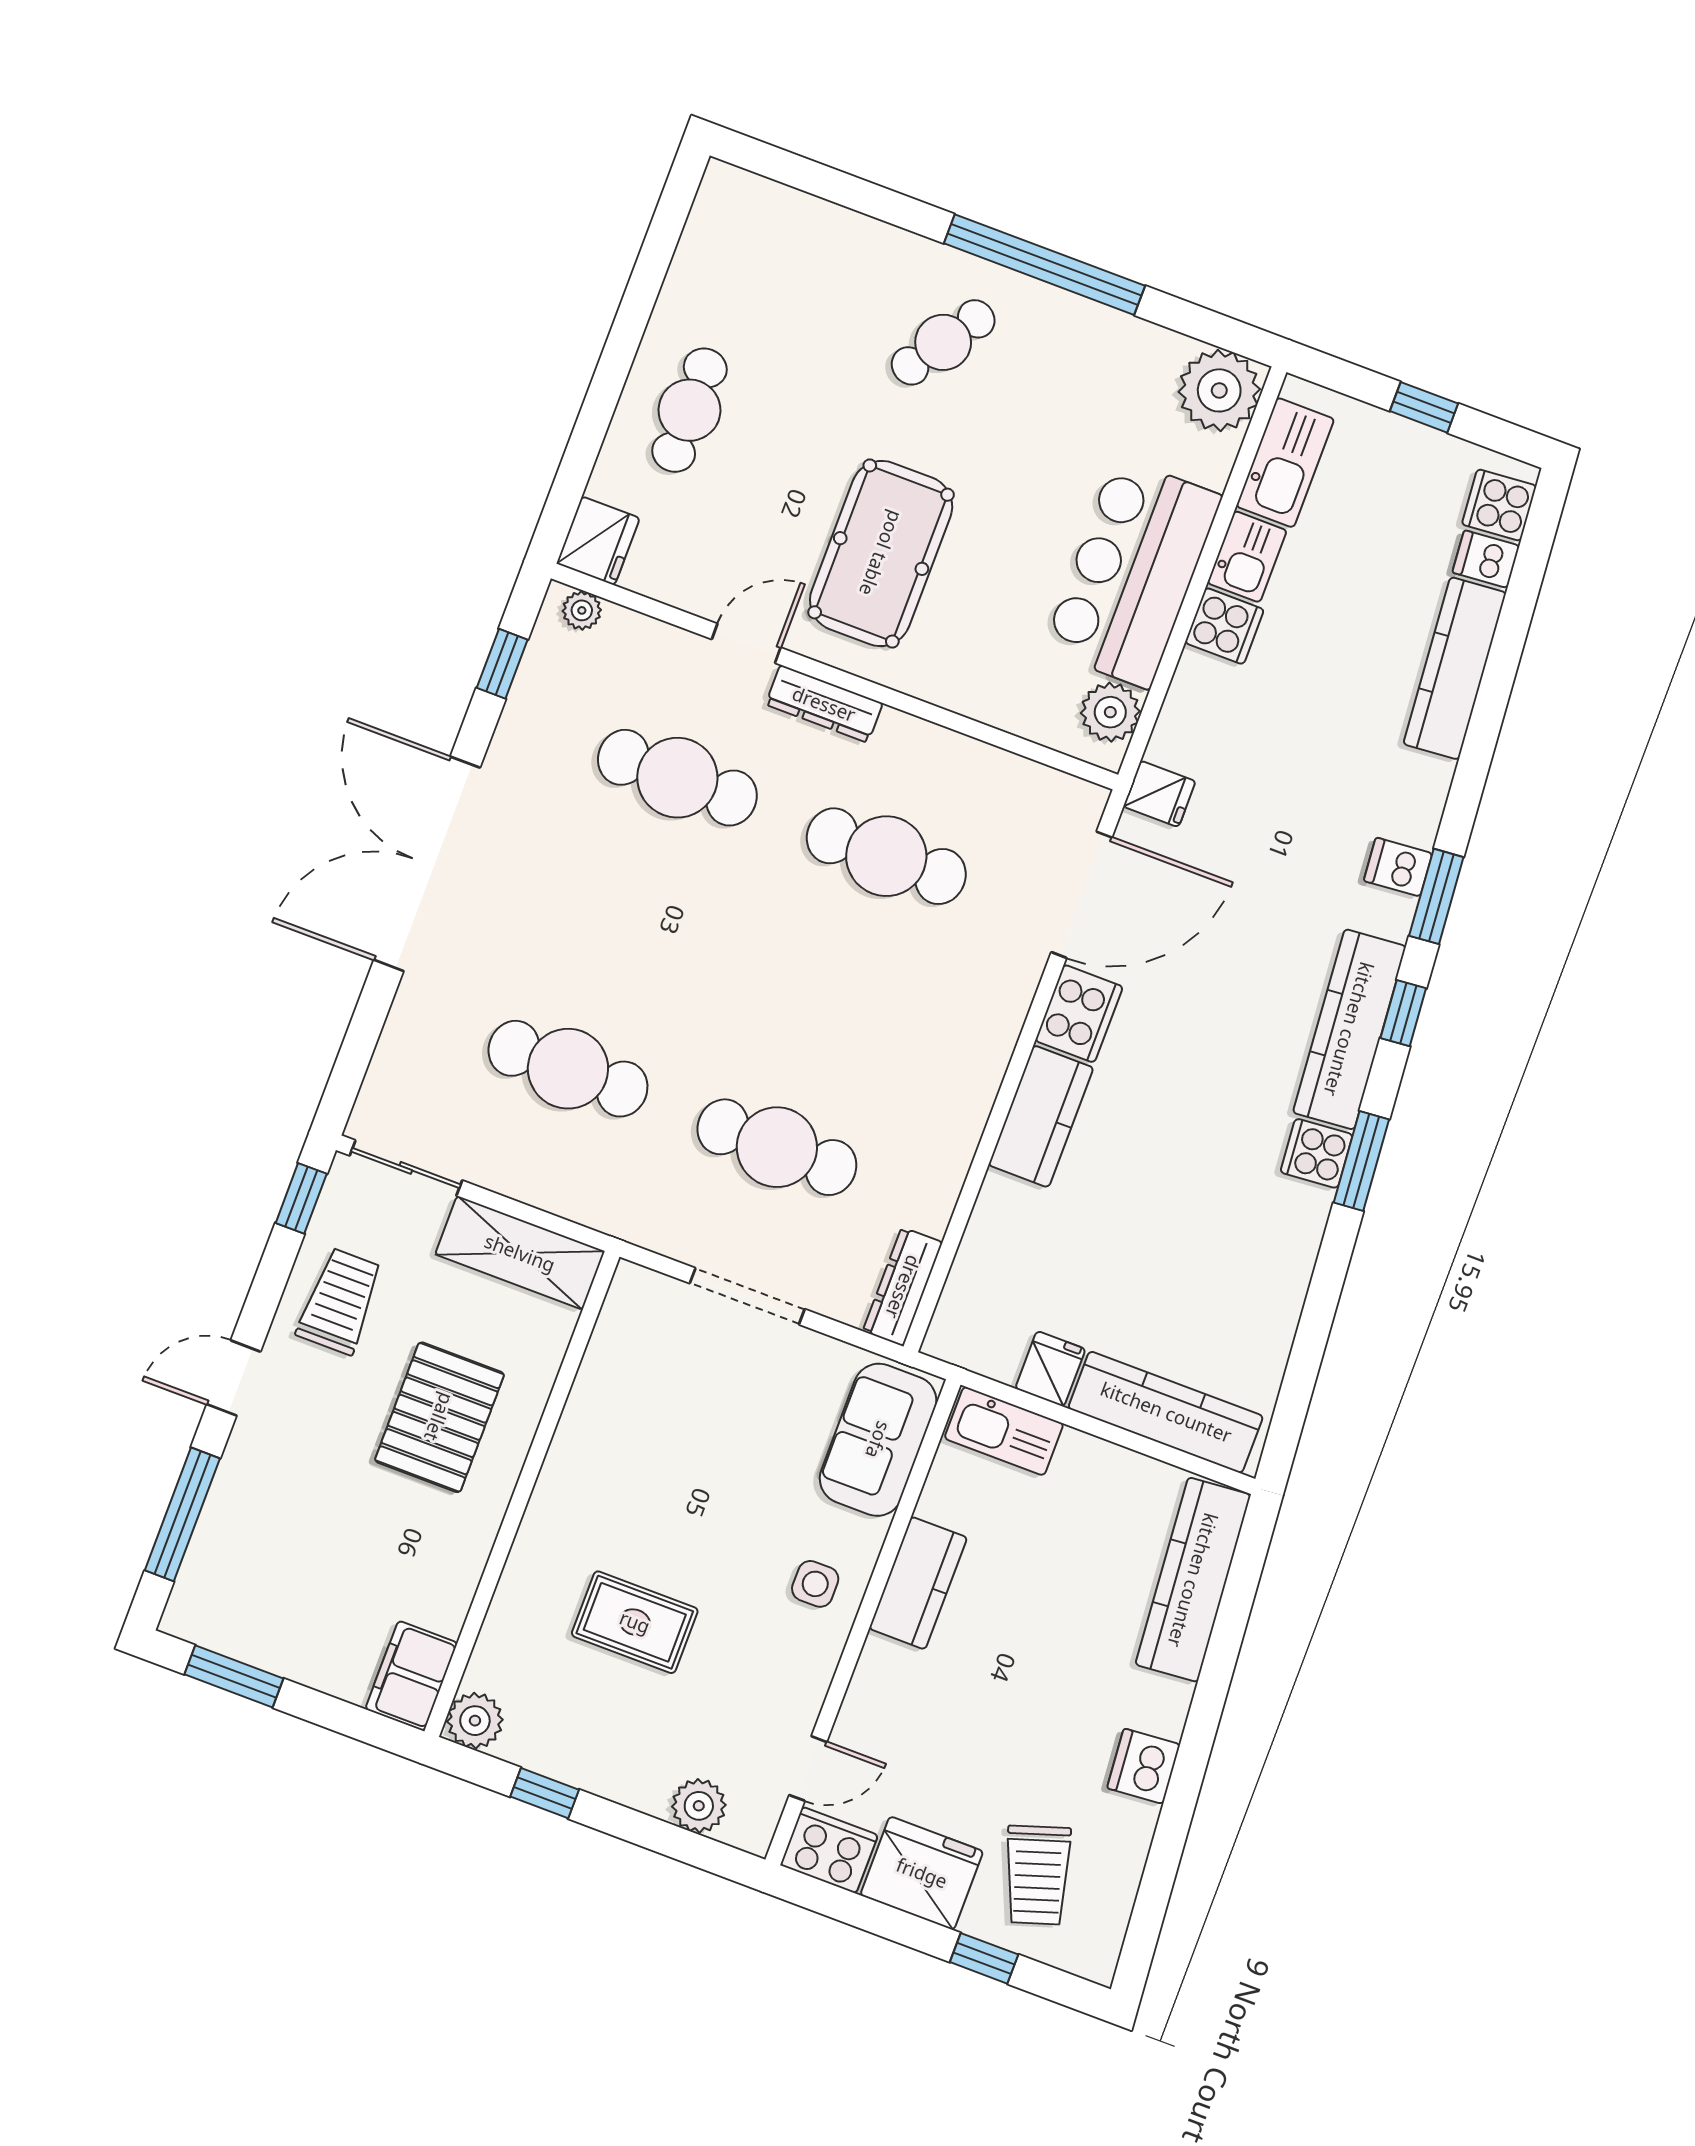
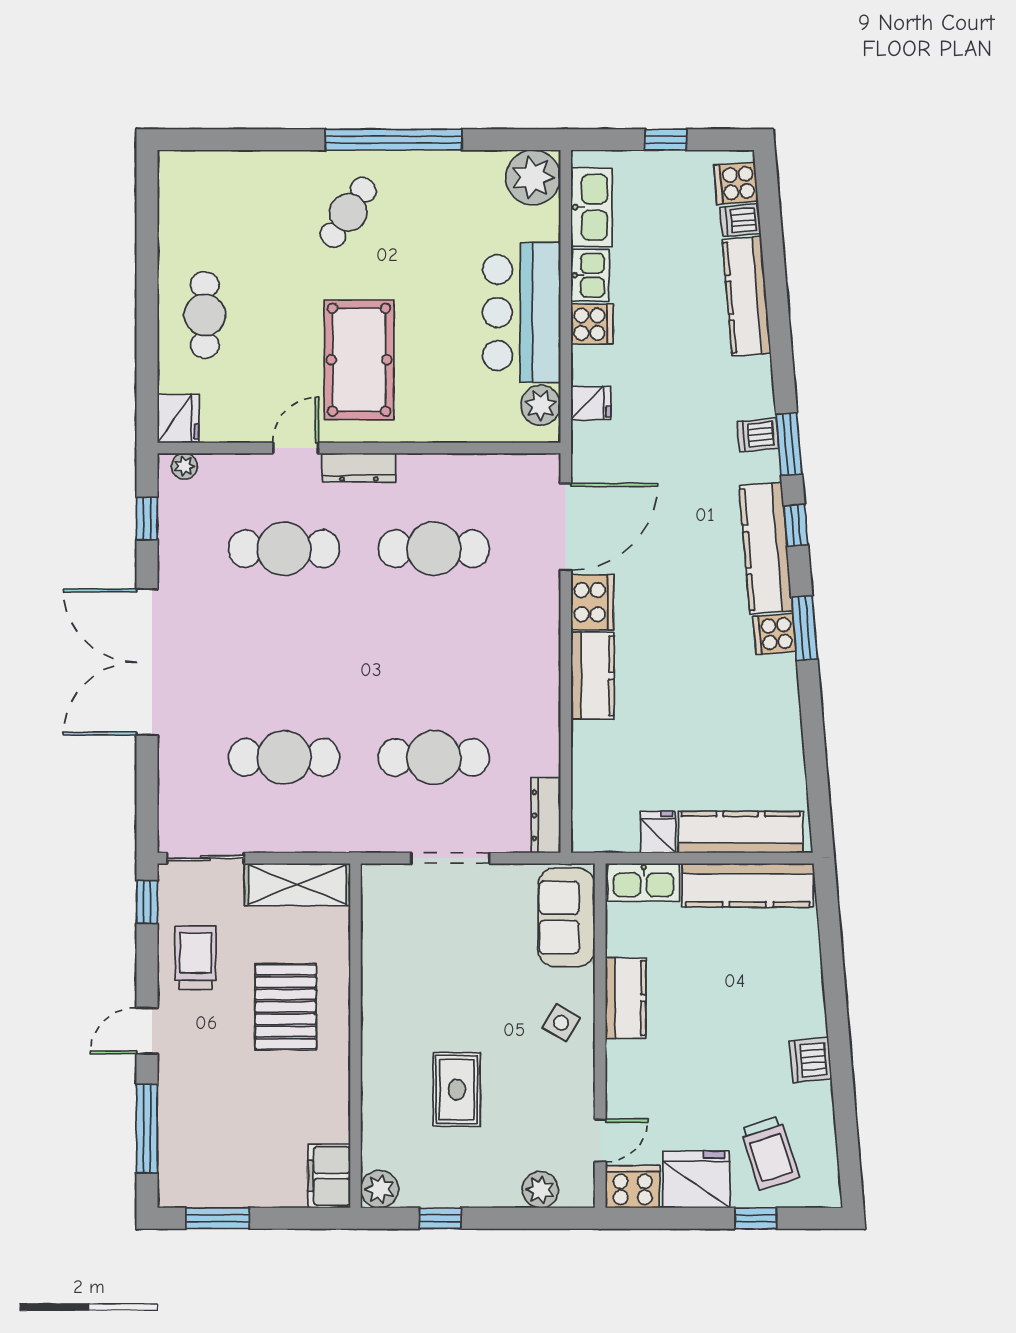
fridge: (1159, 794) -> (591, 403), moved
kitchen counter: (1193, 1580) -> (748, 885), moved, turned -85
side table: (815, 1584) -> (561, 1023), turned 30
rug: (635, 1622) -> (457, 1090), turned 90

